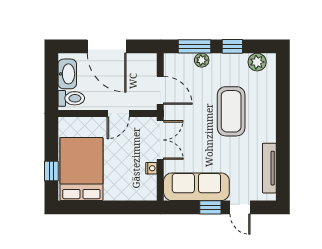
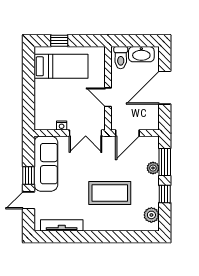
bed: (81, 169) -> (61, 66), width x0.67

